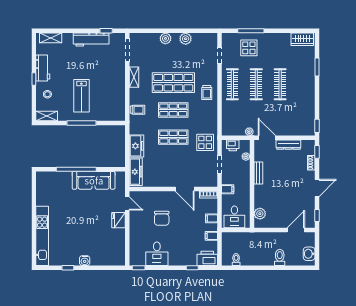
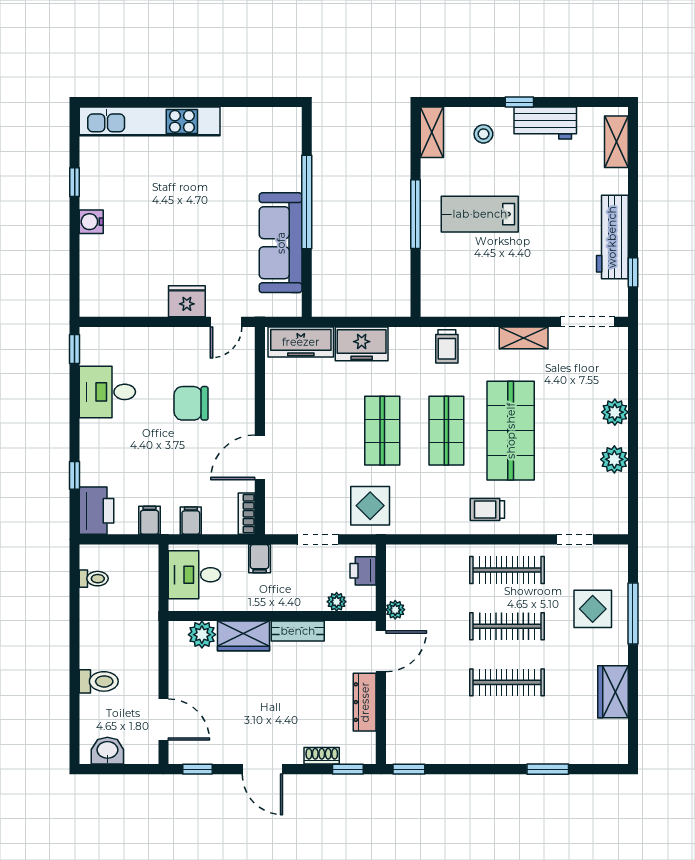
wardrobe: (302, 39) -> (613, 692), moved
wardrobe: (260, 196) -> (243, 636), added

